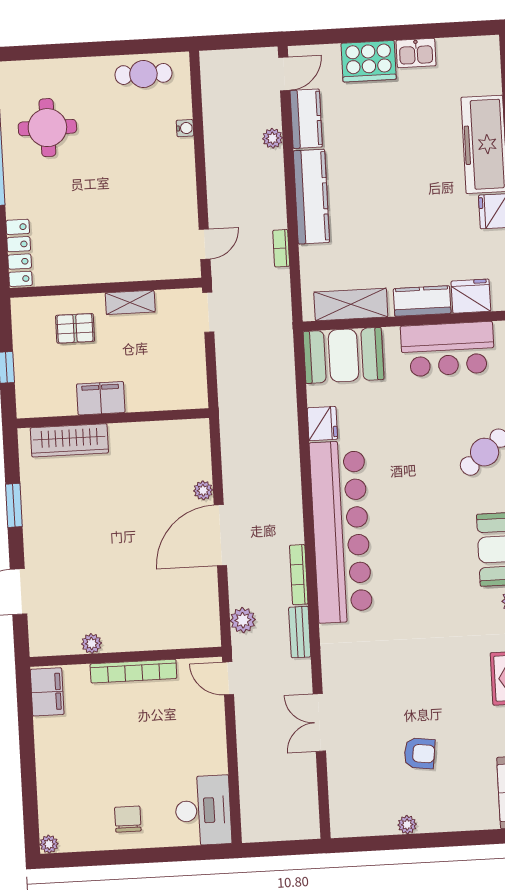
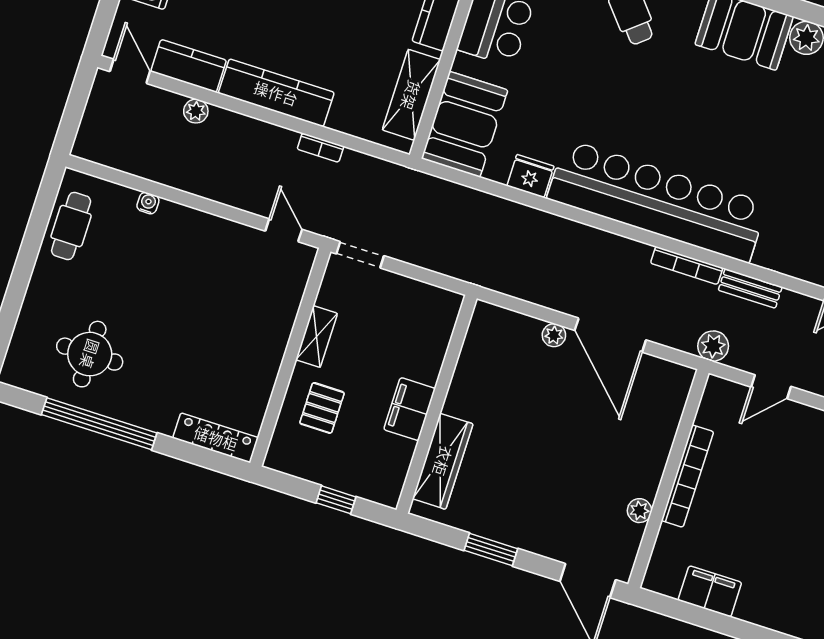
plant: (92, 644) -> (639, 511), moved
wall: (126, 657) -> (668, 479), moved
bookcase: (133, 671) -> (687, 476), moved

